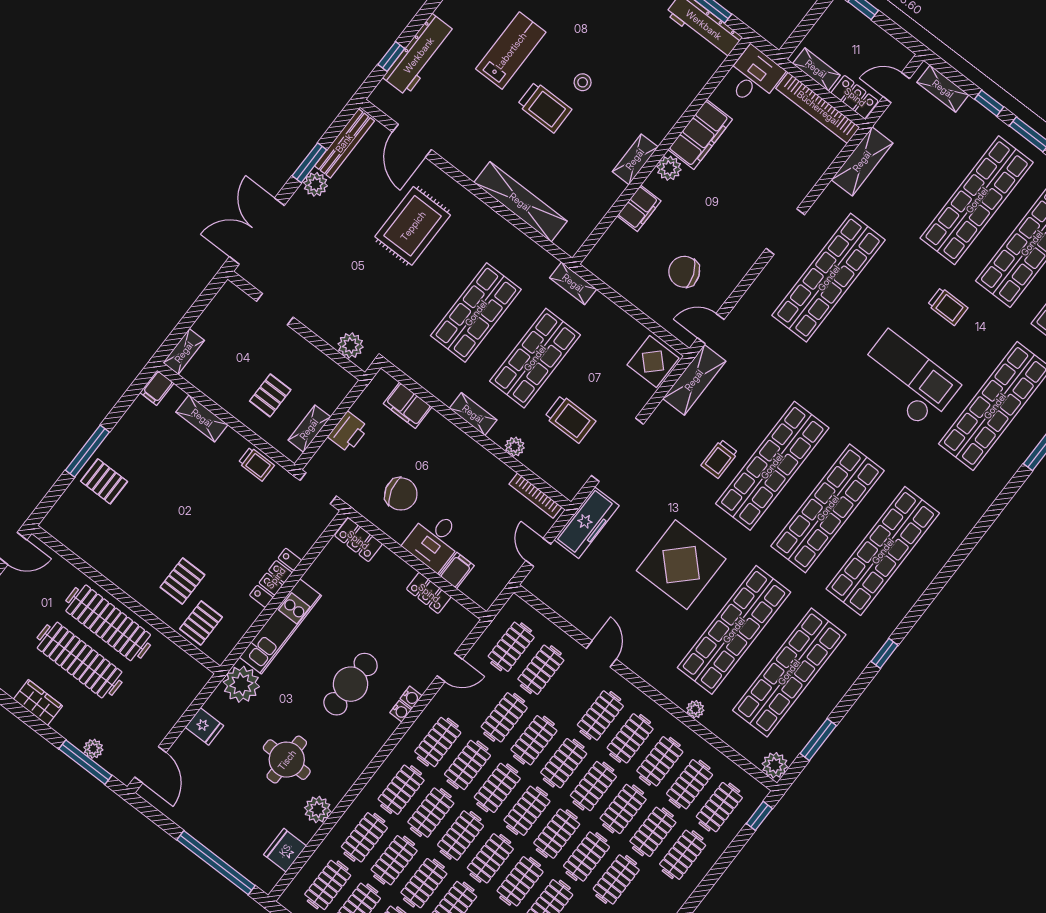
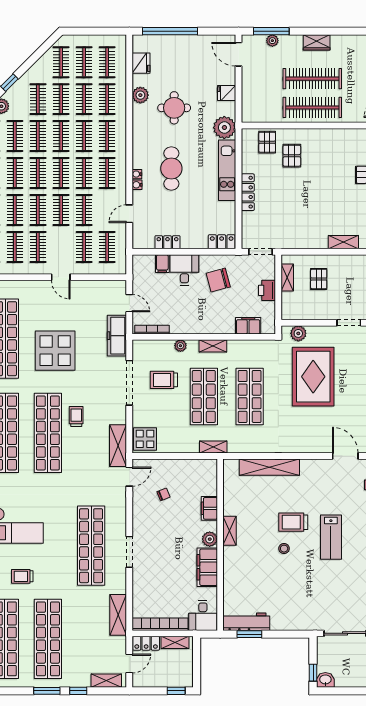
rug: (413, 226) -> (313, 377), moved, width x1.37, depth x1.44
chair: (684, 272) -> (164, 494), width x0.54, depth x0.54
trolley: (256, 464) -> (300, 240), removed

